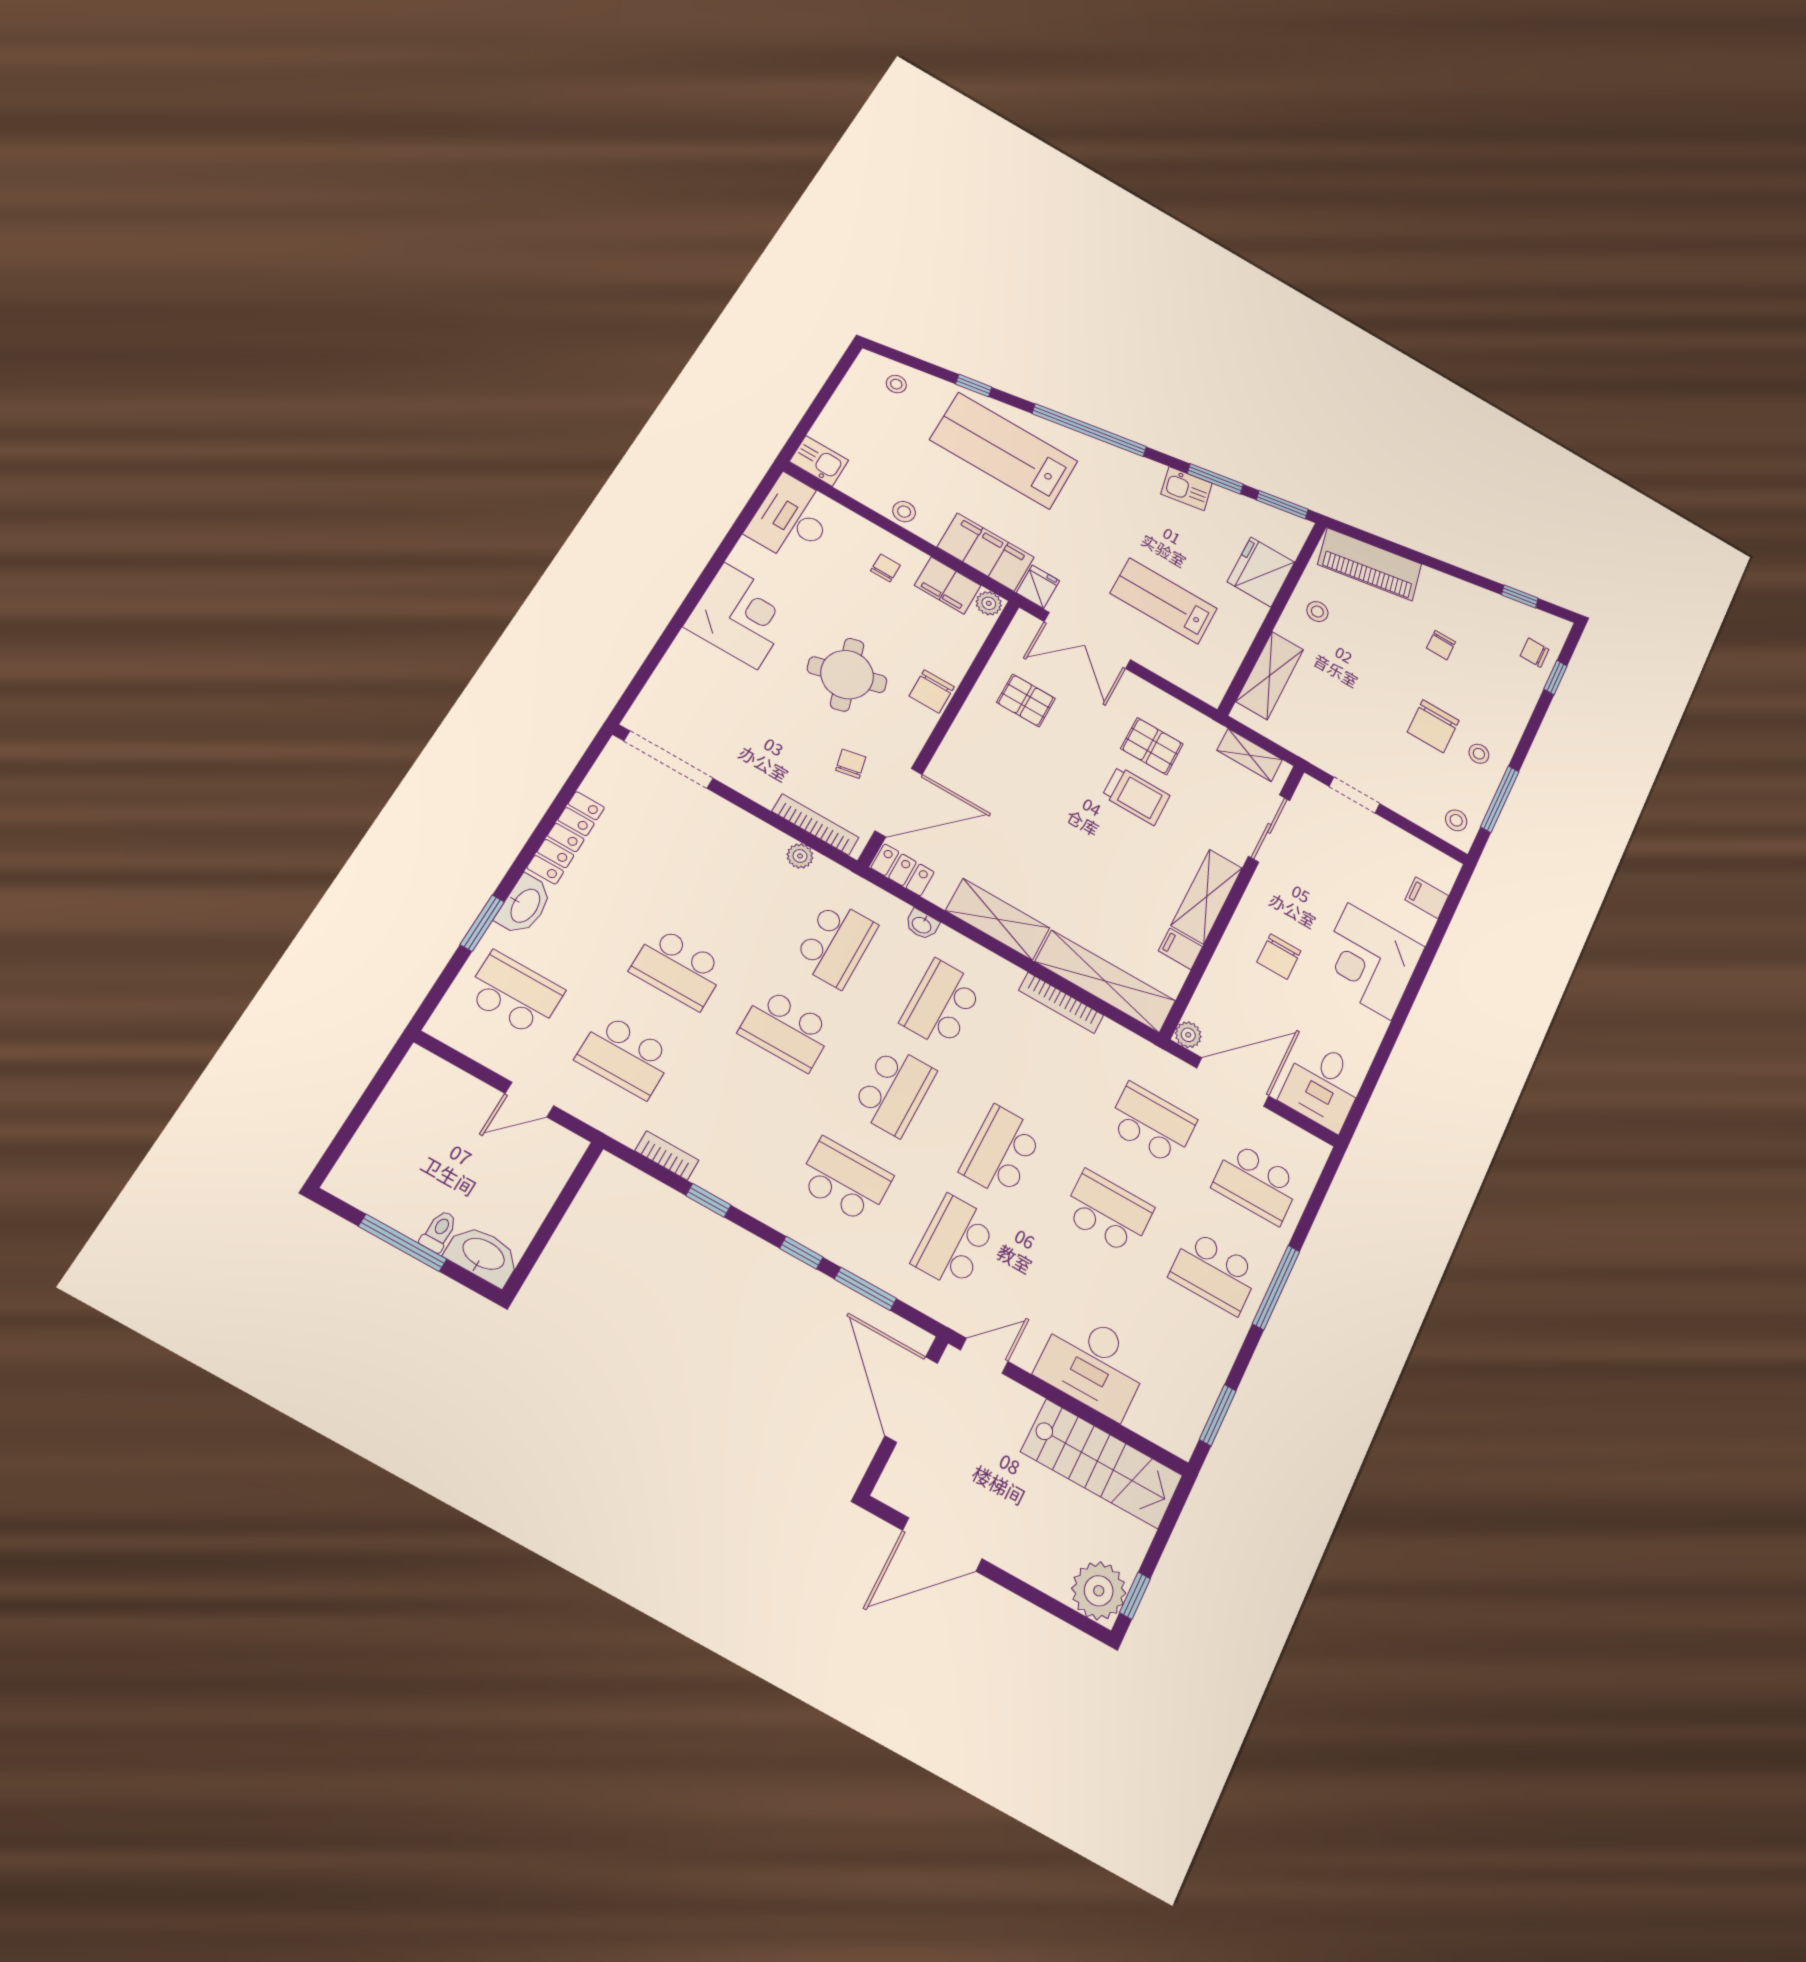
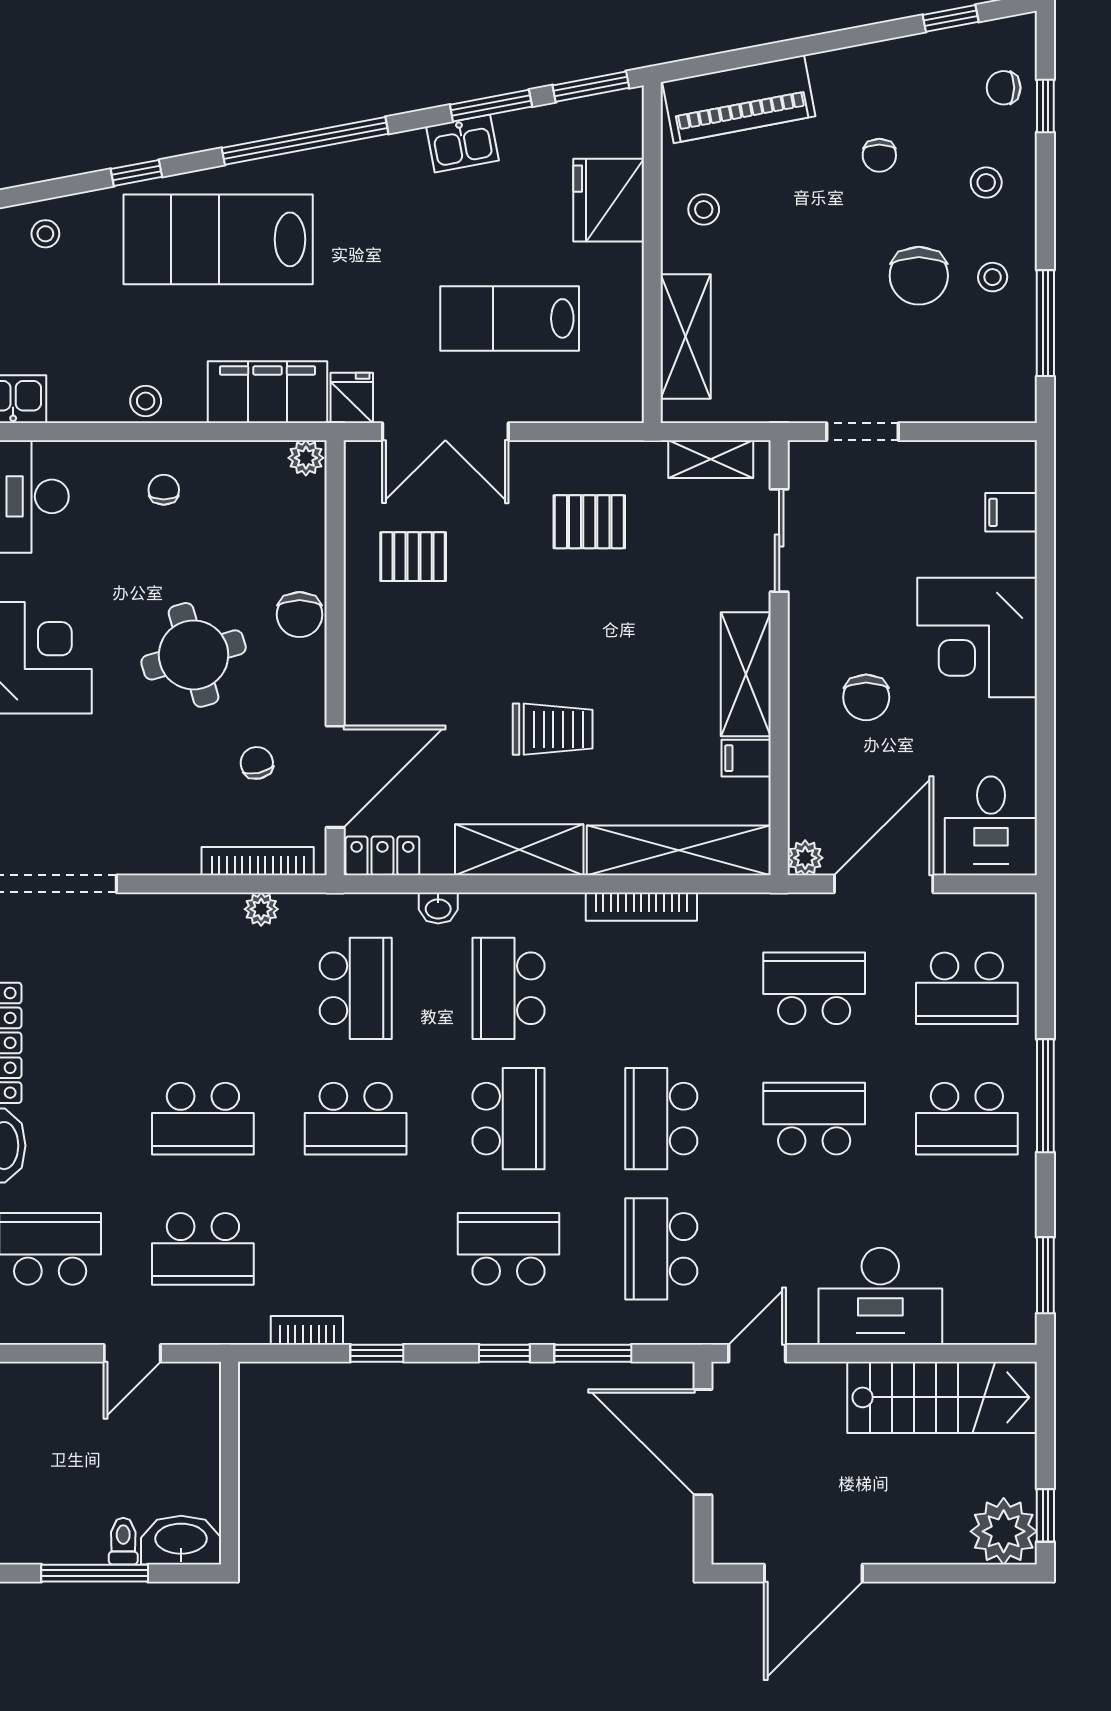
filing cabinet: (948, 585) -> (246, 466), removed
trolley: (1136, 796) -> (553, 729), moved
stool: (1456, 820) -> (986, 183), moved

